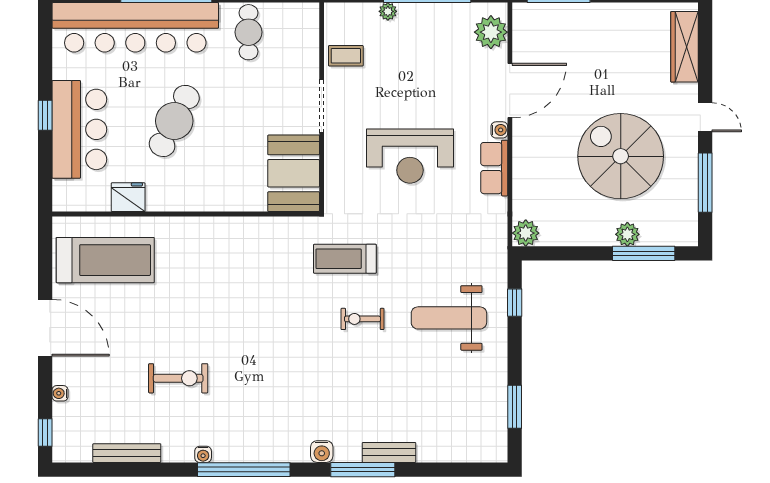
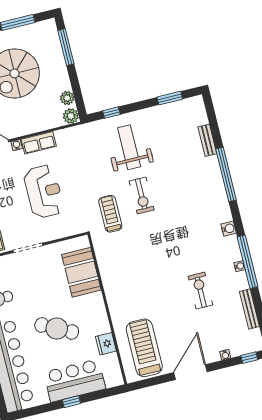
booth: (294, 173) -> (81, 272), moved, turned 90
plant: (627, 234) -> (67, 98), moved
treadmill: (345, 259) -> (110, 214), turned 180
weight bench: (449, 318) -> (129, 147), turned 180
exercise bike: (363, 319) -> (142, 195), width x1.38, depth x1.39
water cooler: (322, 452) -> (229, 229), moved
bench: (389, 452) -> (207, 140), moved
window: (244, 470) -> (248, 262), moved
window: (363, 470) -> (226, 174), width x1.46

